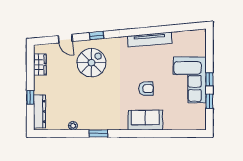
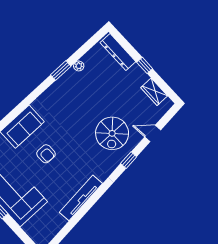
armchair: (146, 89) -> (46, 154), turned -90
window: (30, 97) -> (145, 65), moved
window: (98, 133) -> (61, 70), moved

